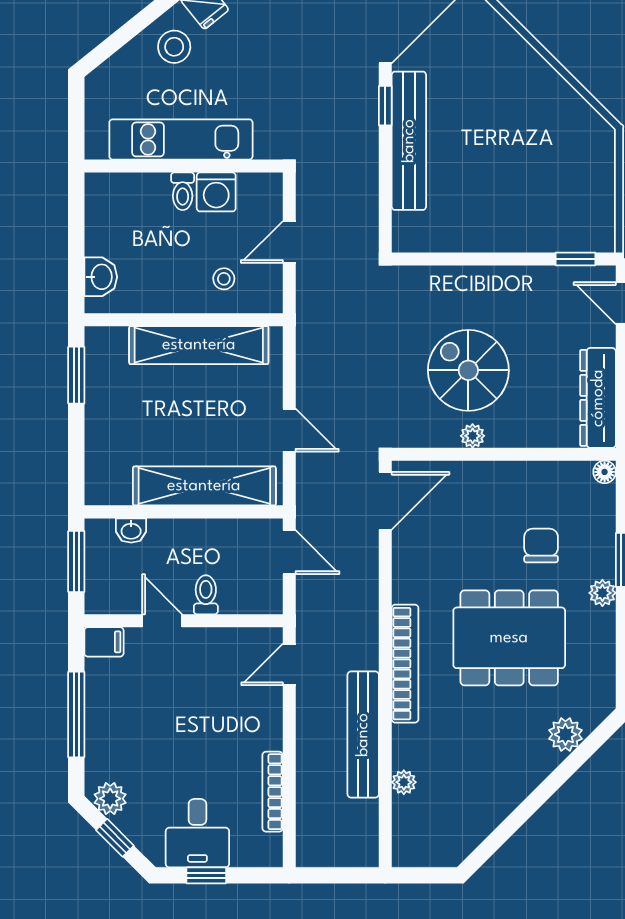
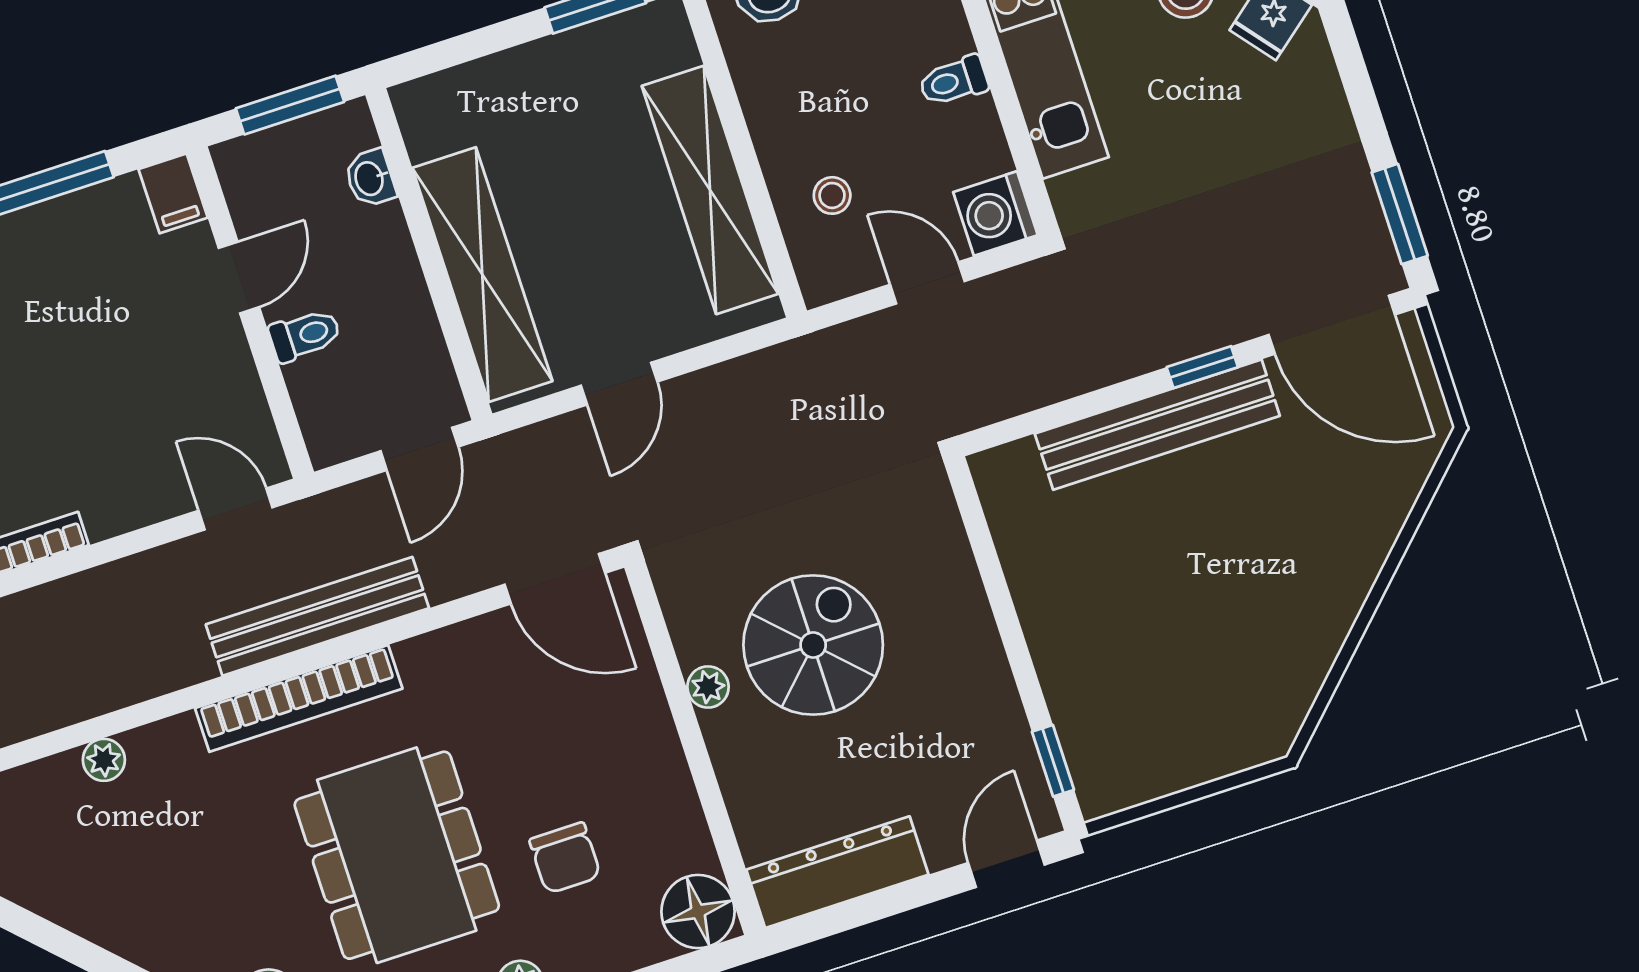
washing machine: (216, 192) -> (995, 214), moved
floor lamp: (605, 472) -> (698, 912), width x1.89, depth x1.89
chair: (541, 546) -> (565, 858), turned 90
bench: (363, 735) -> (317, 616), moved

